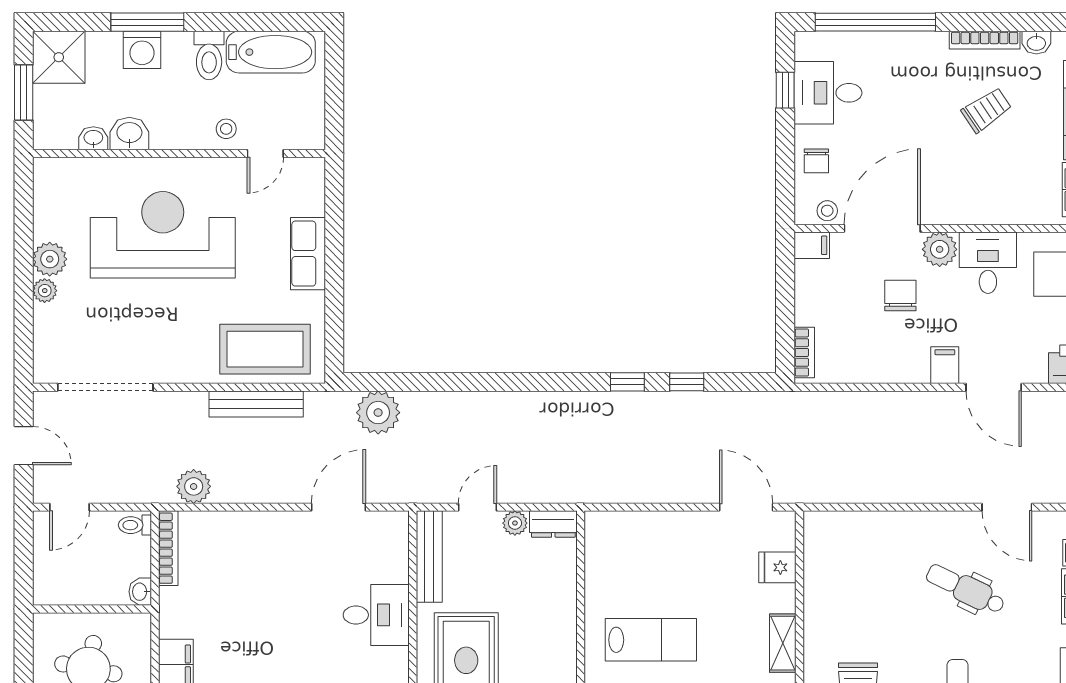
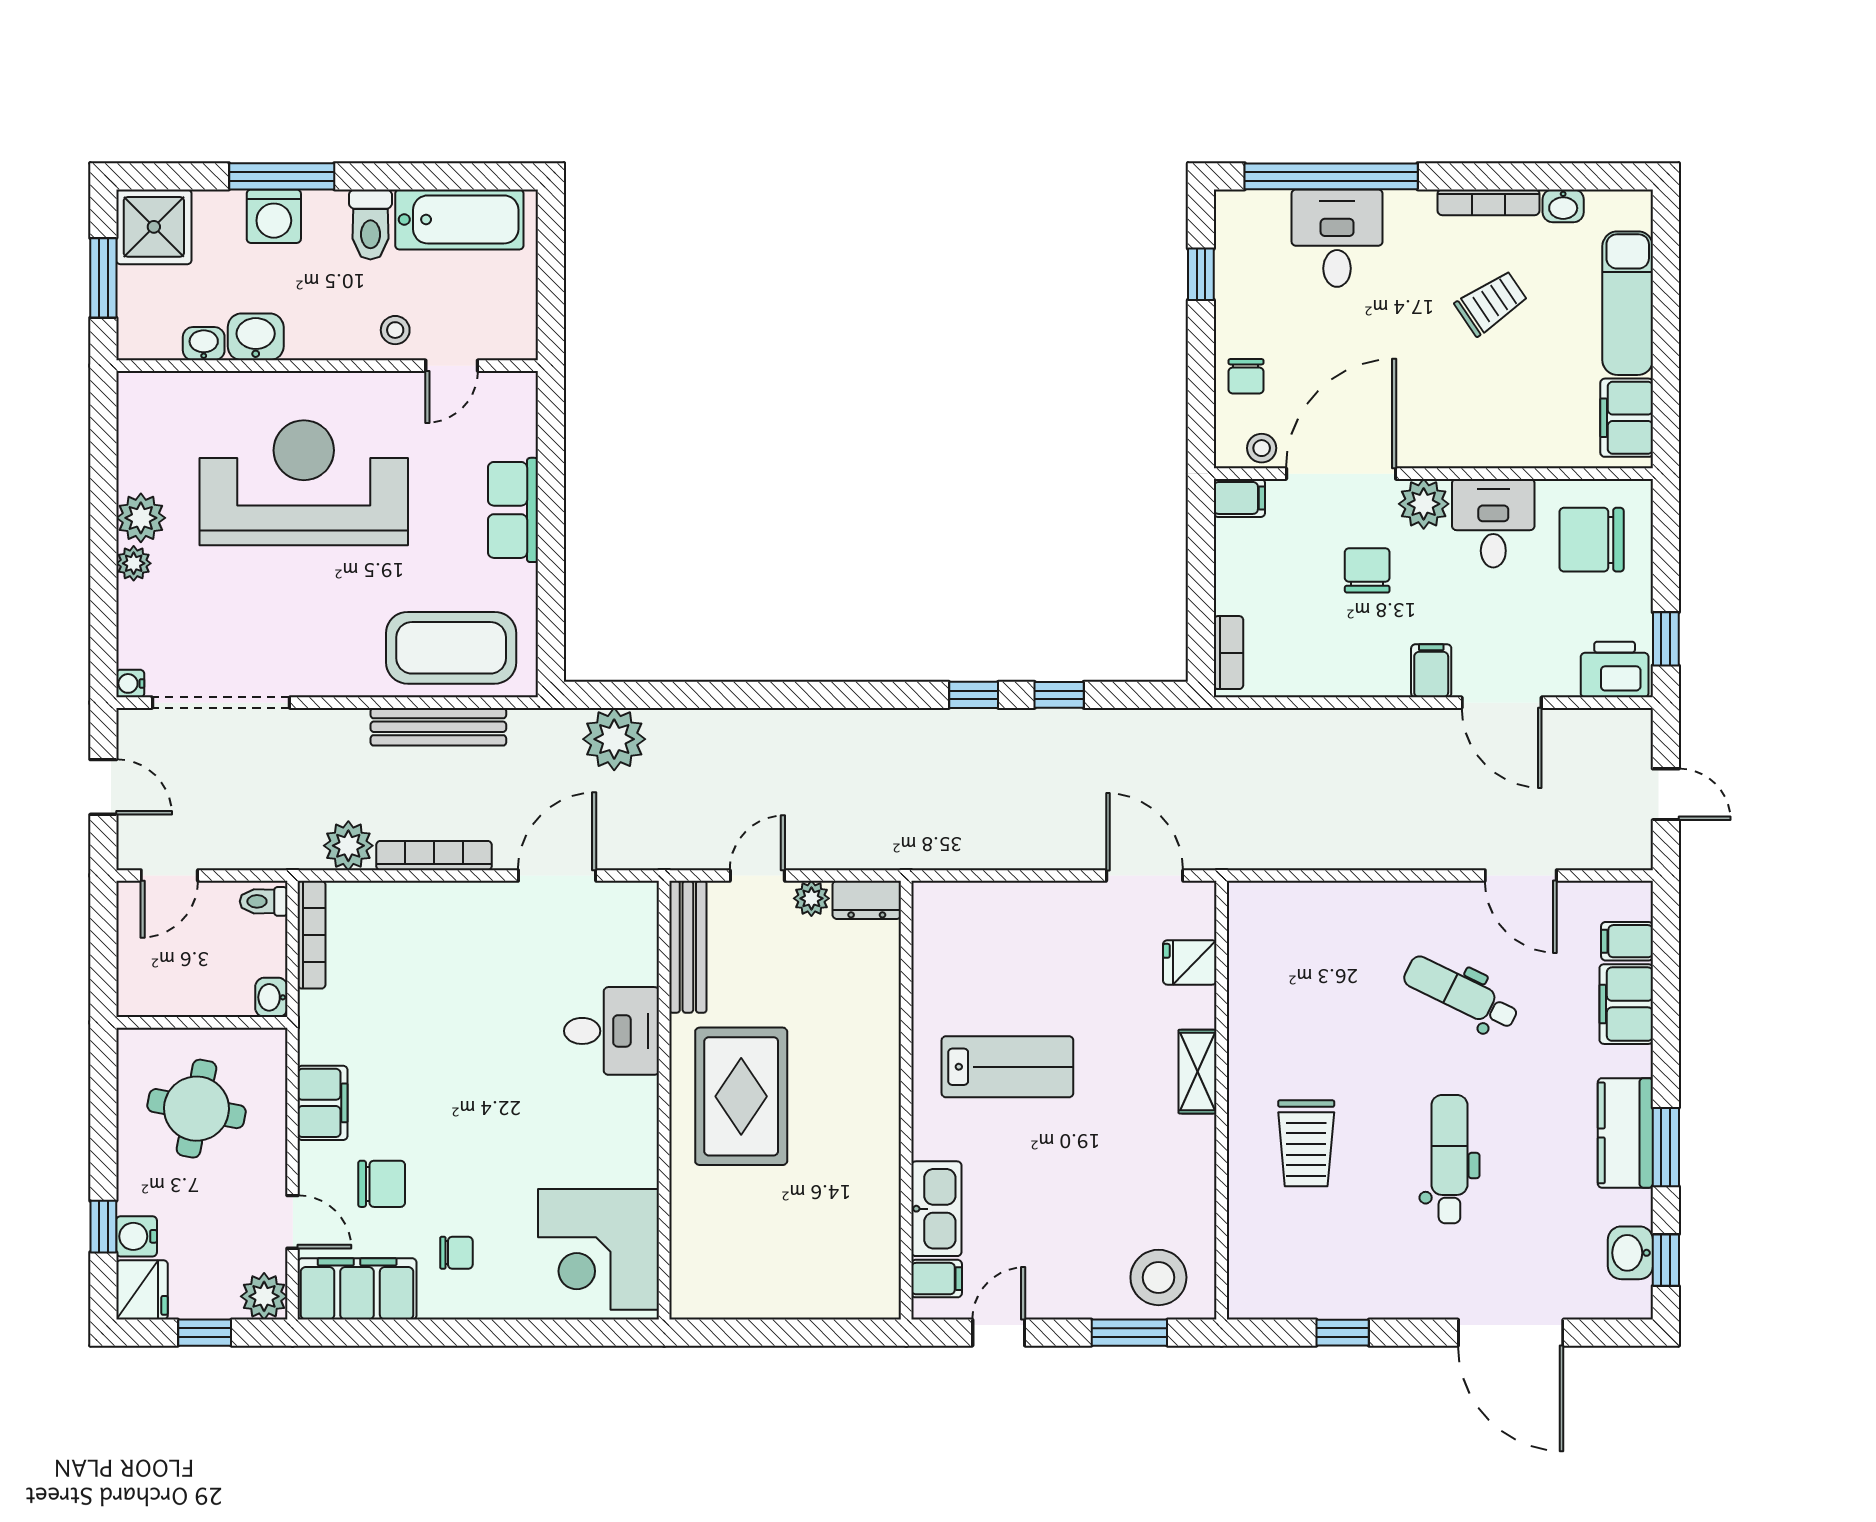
desk: (828, 93) -> (1337, 238), moved, turned 90
water cooler: (42, 374) -> (130, 683), added
bookcase: (253, 493) -> (434, 856), added

